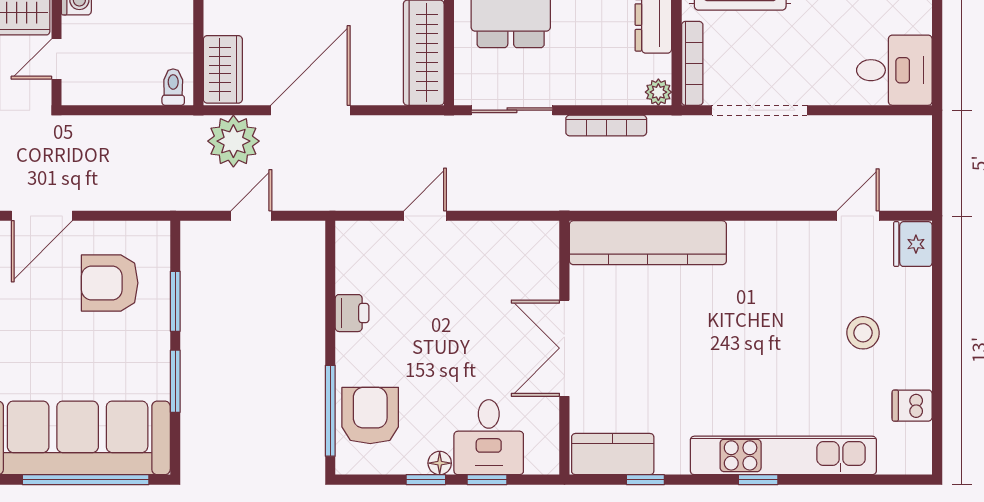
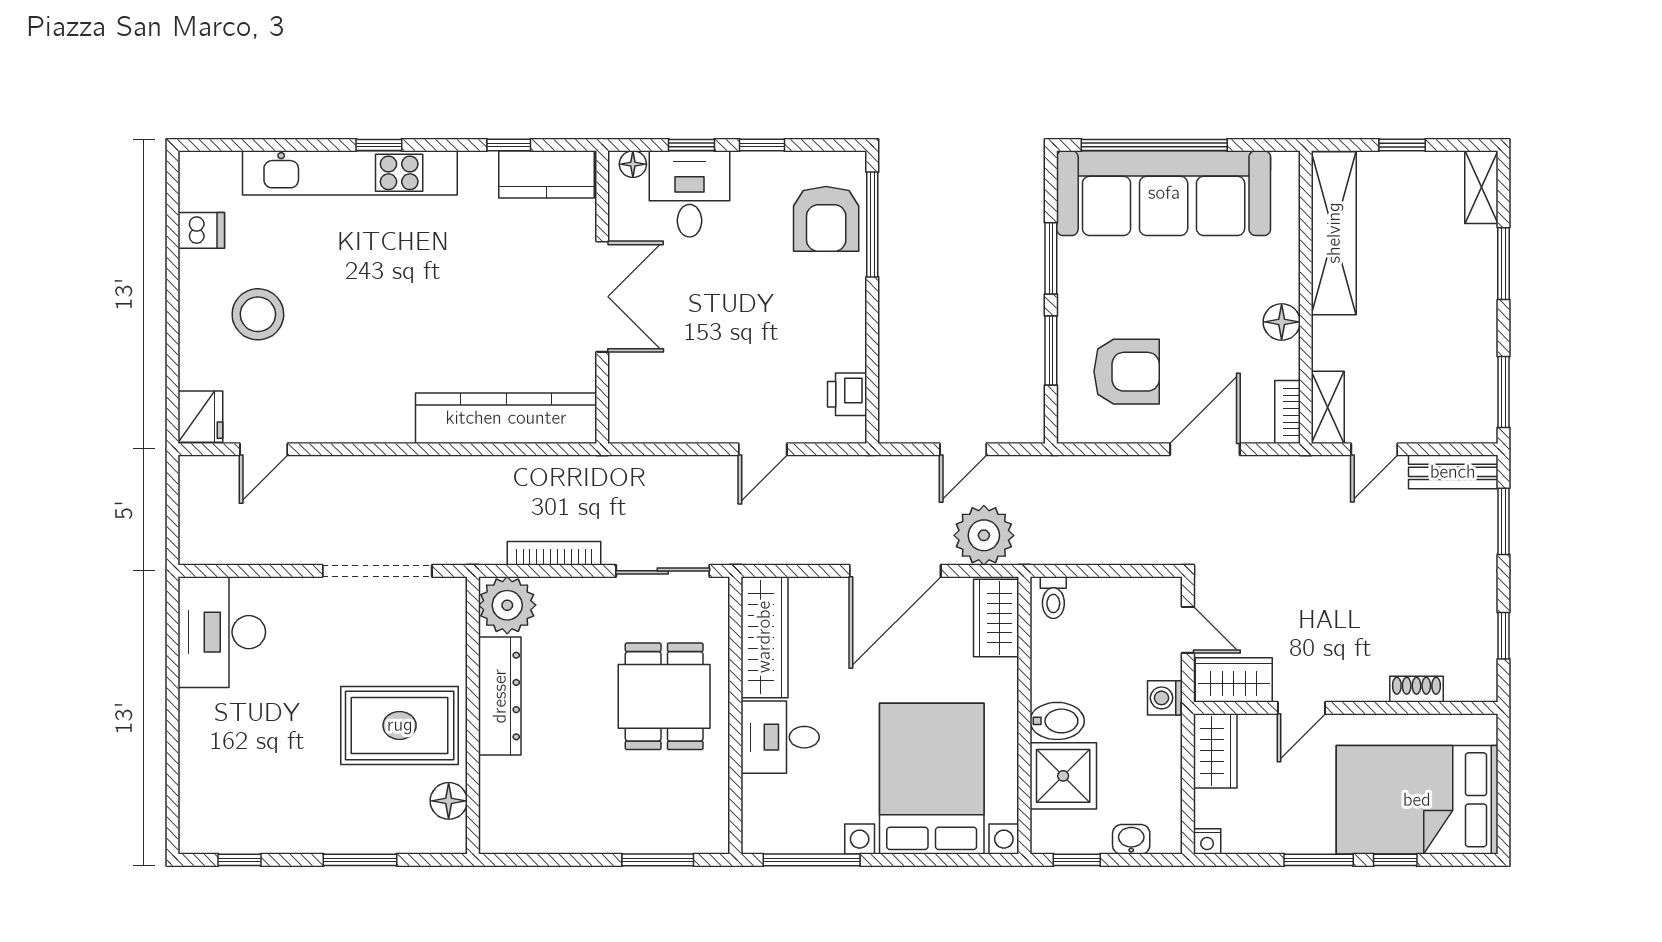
door: (57, 59) -> (1188, 630), hinge flipped
bookcase: (692, 63) -> (455, 625), removed
desk: (894, 70) -> (222, 632), width x1.37
plant: (658, 92) -> (507, 605), width x1.87, depth x1.87
printer: (352, 313) -> (847, 394), moved
stool: (863, 333) -> (258, 314), width x1.38, depth x1.38
floor lamp: (440, 463) -> (633, 164), moved

